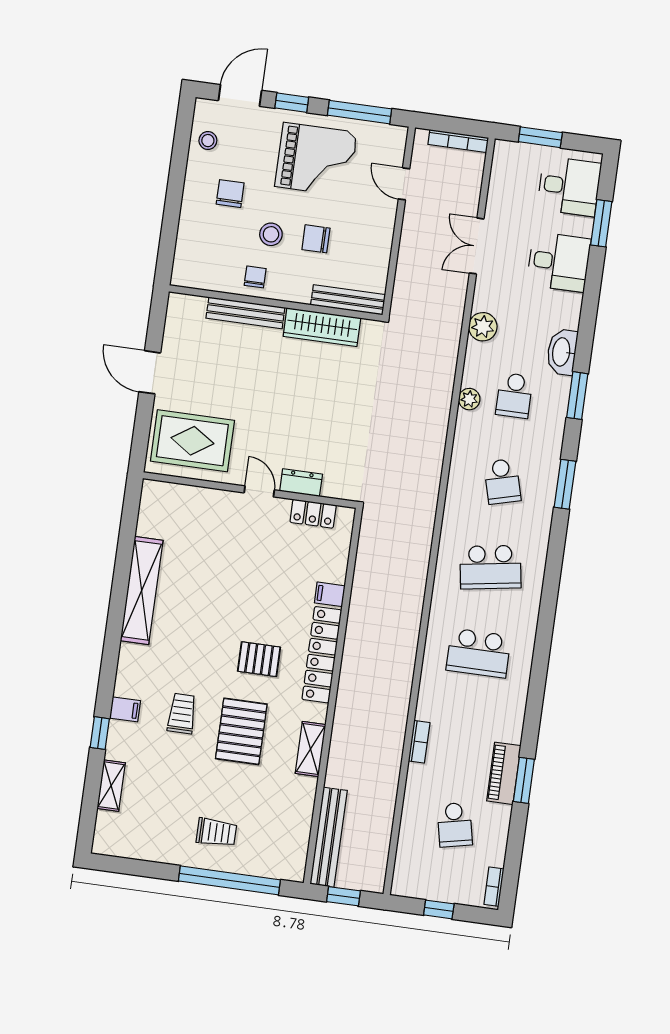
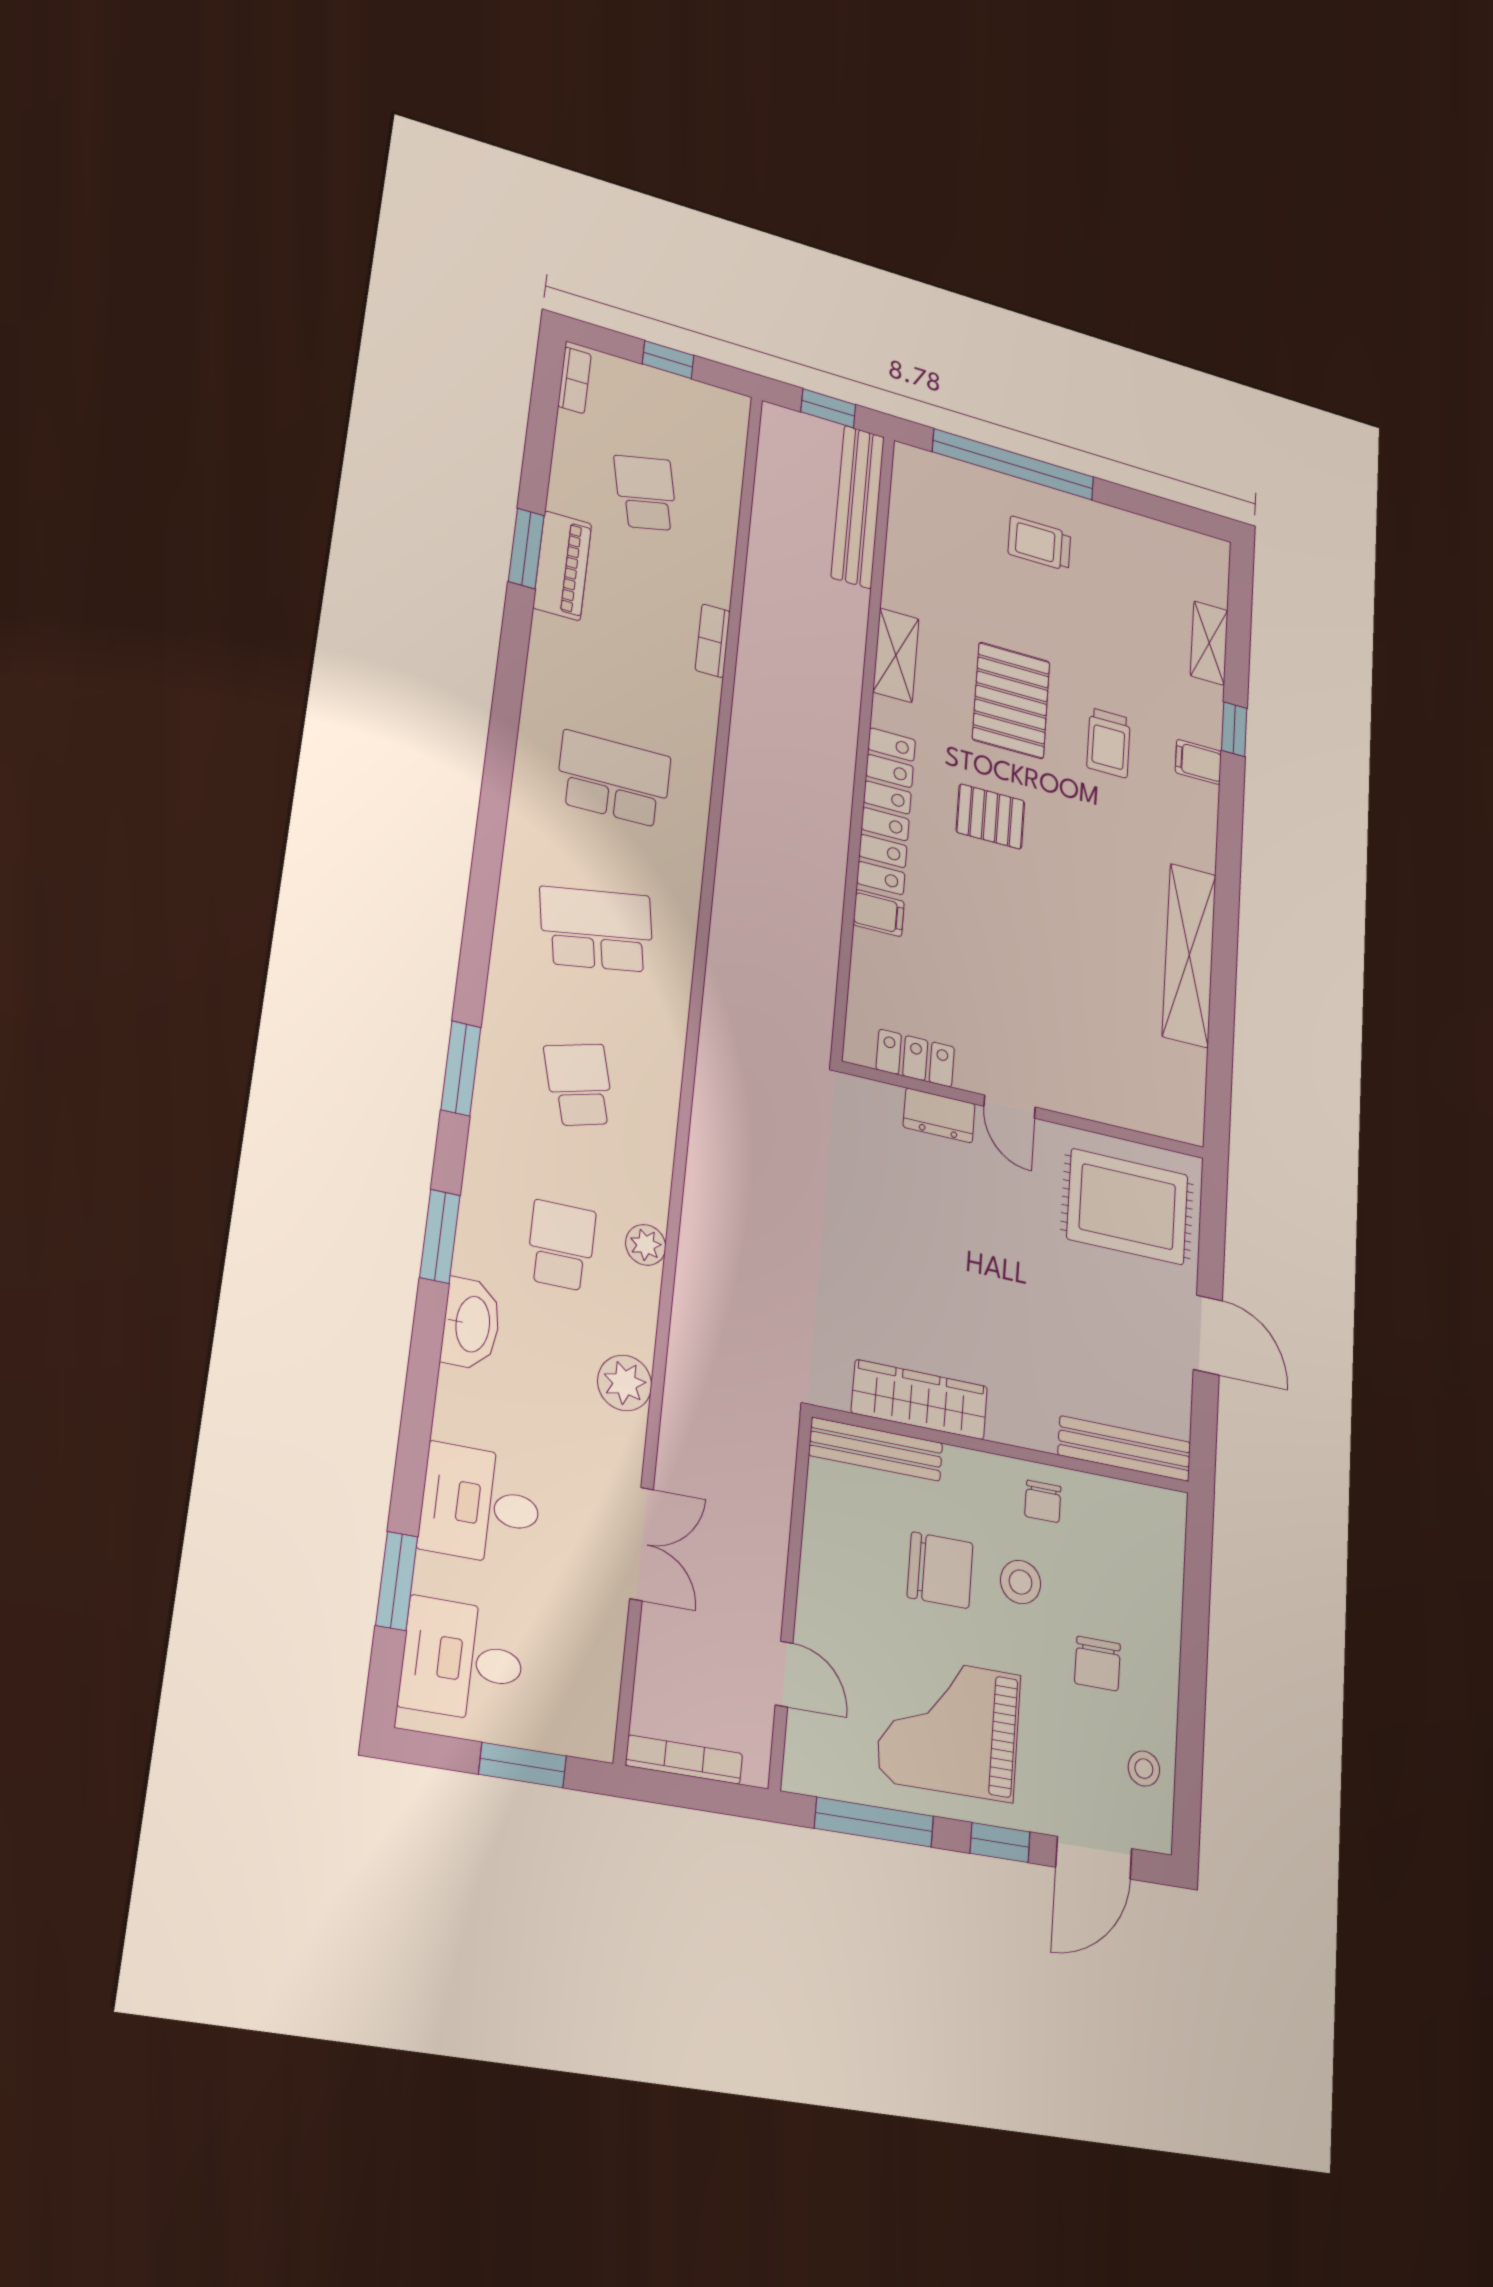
chair: (316, 239) -> (940, 1570), width x1.37, depth x1.37
bench: (245, 313) -> (1125, 1449), moved

